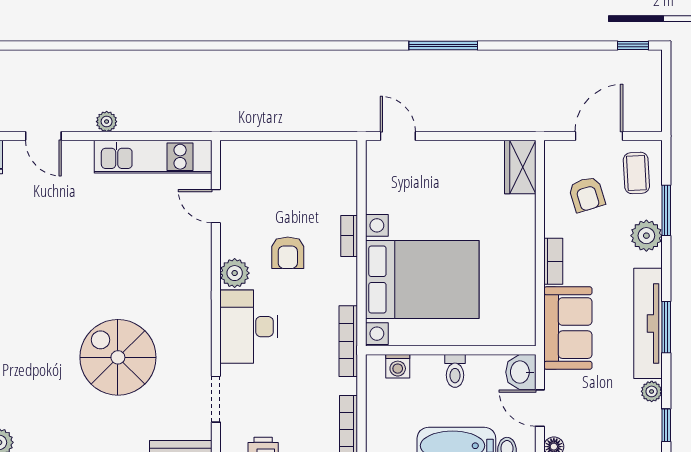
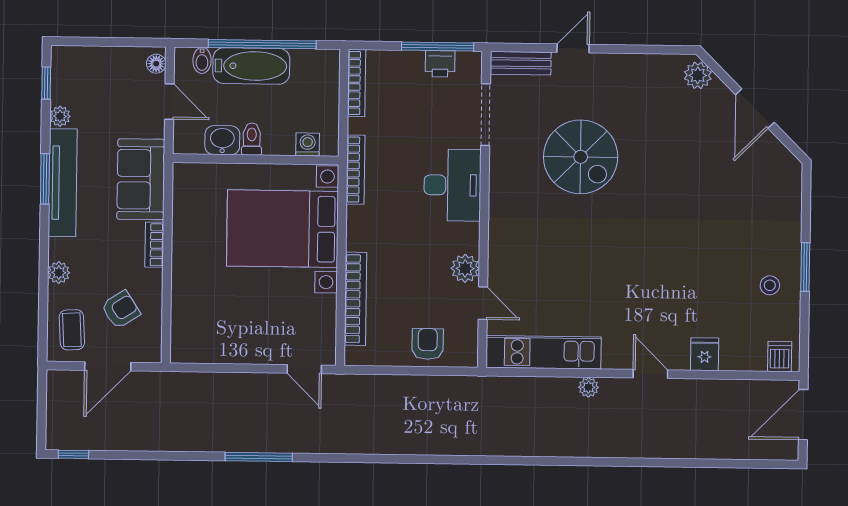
wardrobe: (520, 167) -> (185, 337), removed
armchair: (587, 194) -> (121, 310), turned 74
window: (666, 210) -> (43, 293), removed
bookcase: (349, 236) -> (355, 299), width x2.31, depth x1.31
plant: (646, 236) -> (59, 273), width x0.73, depth x0.73
armchair: (288, 253) -> (428, 344), moved
plant: (235, 273) -> (465, 268), moved
washbasin: (521, 372) -> (222, 140), moved, turned -90
doorway: (216, 399) -> (486, 115), width x1.38

